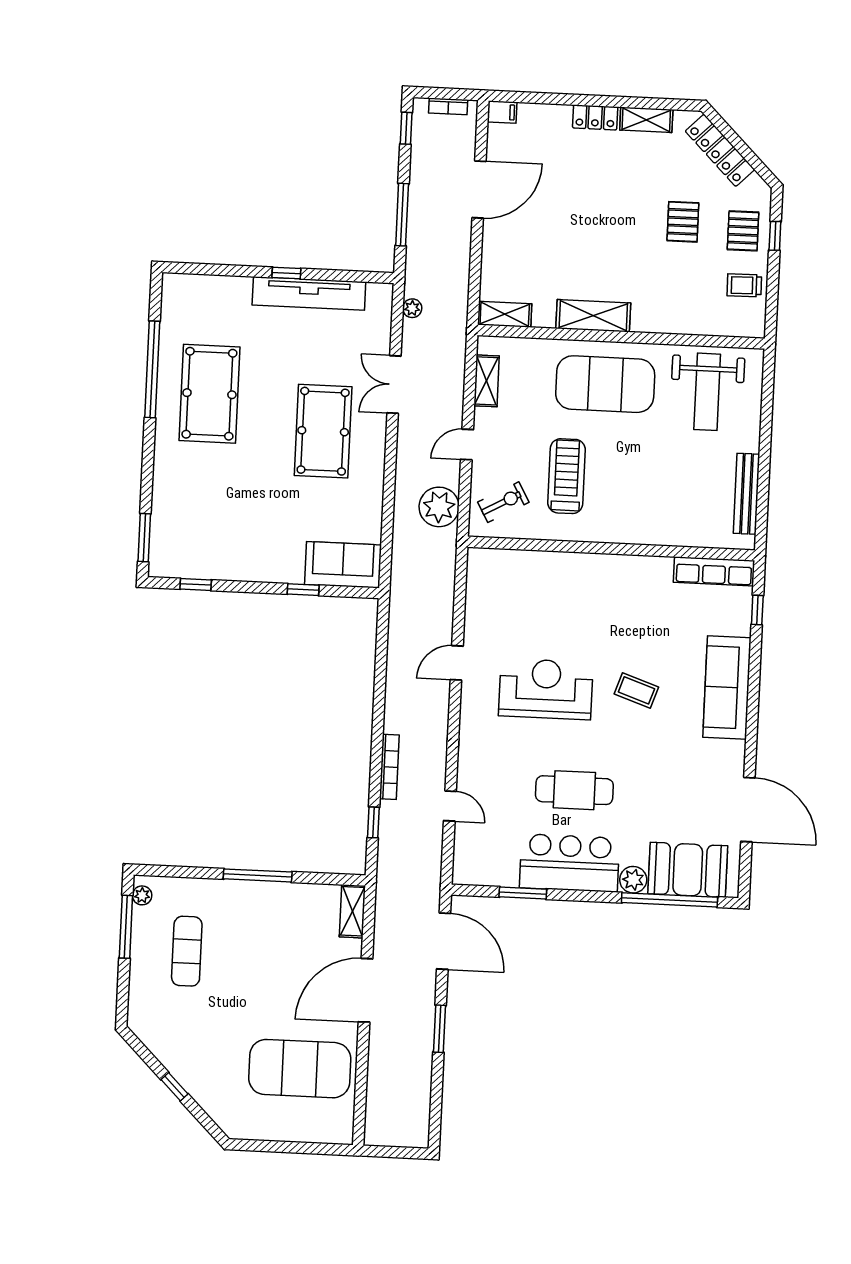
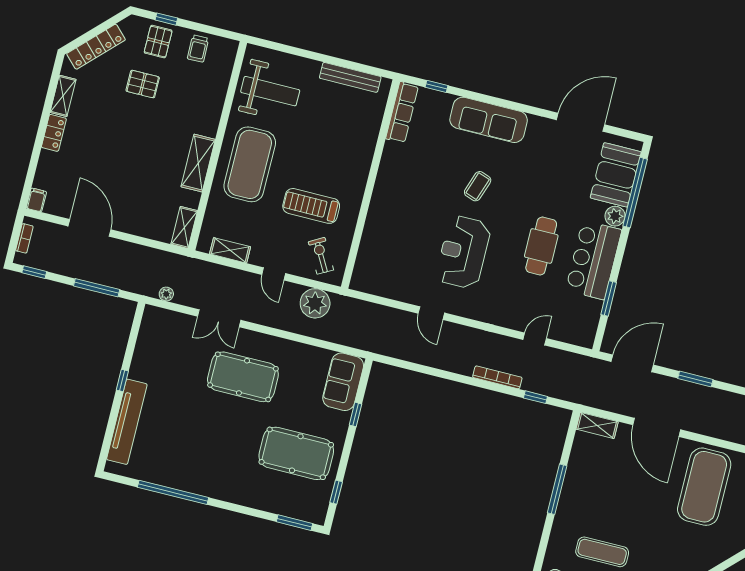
pallet: (743, 231) -> (158, 42), turned 90
tv unit: (309, 293) -> (127, 422), moved
pool table: (209, 394) -> (296, 453), moved

